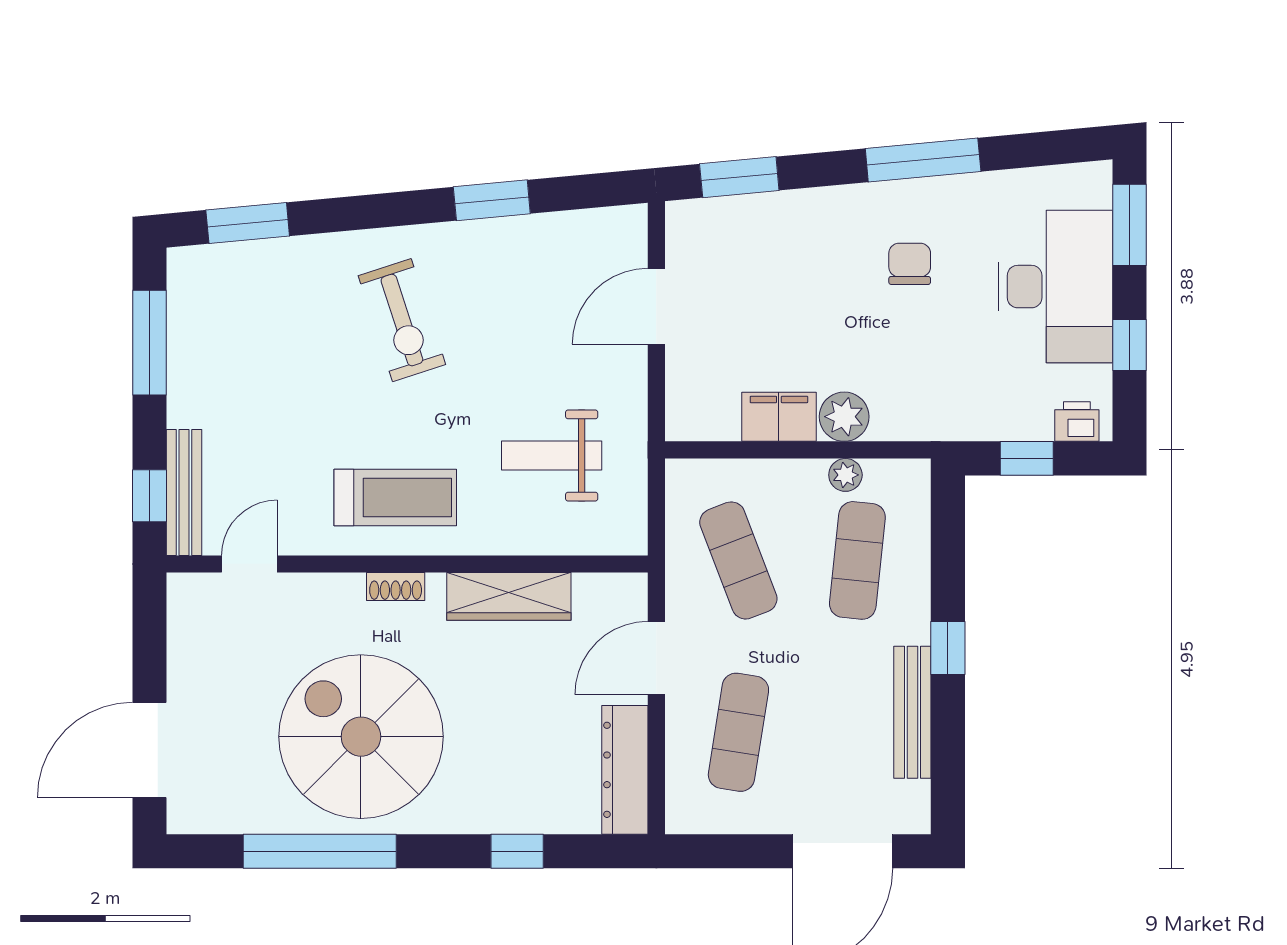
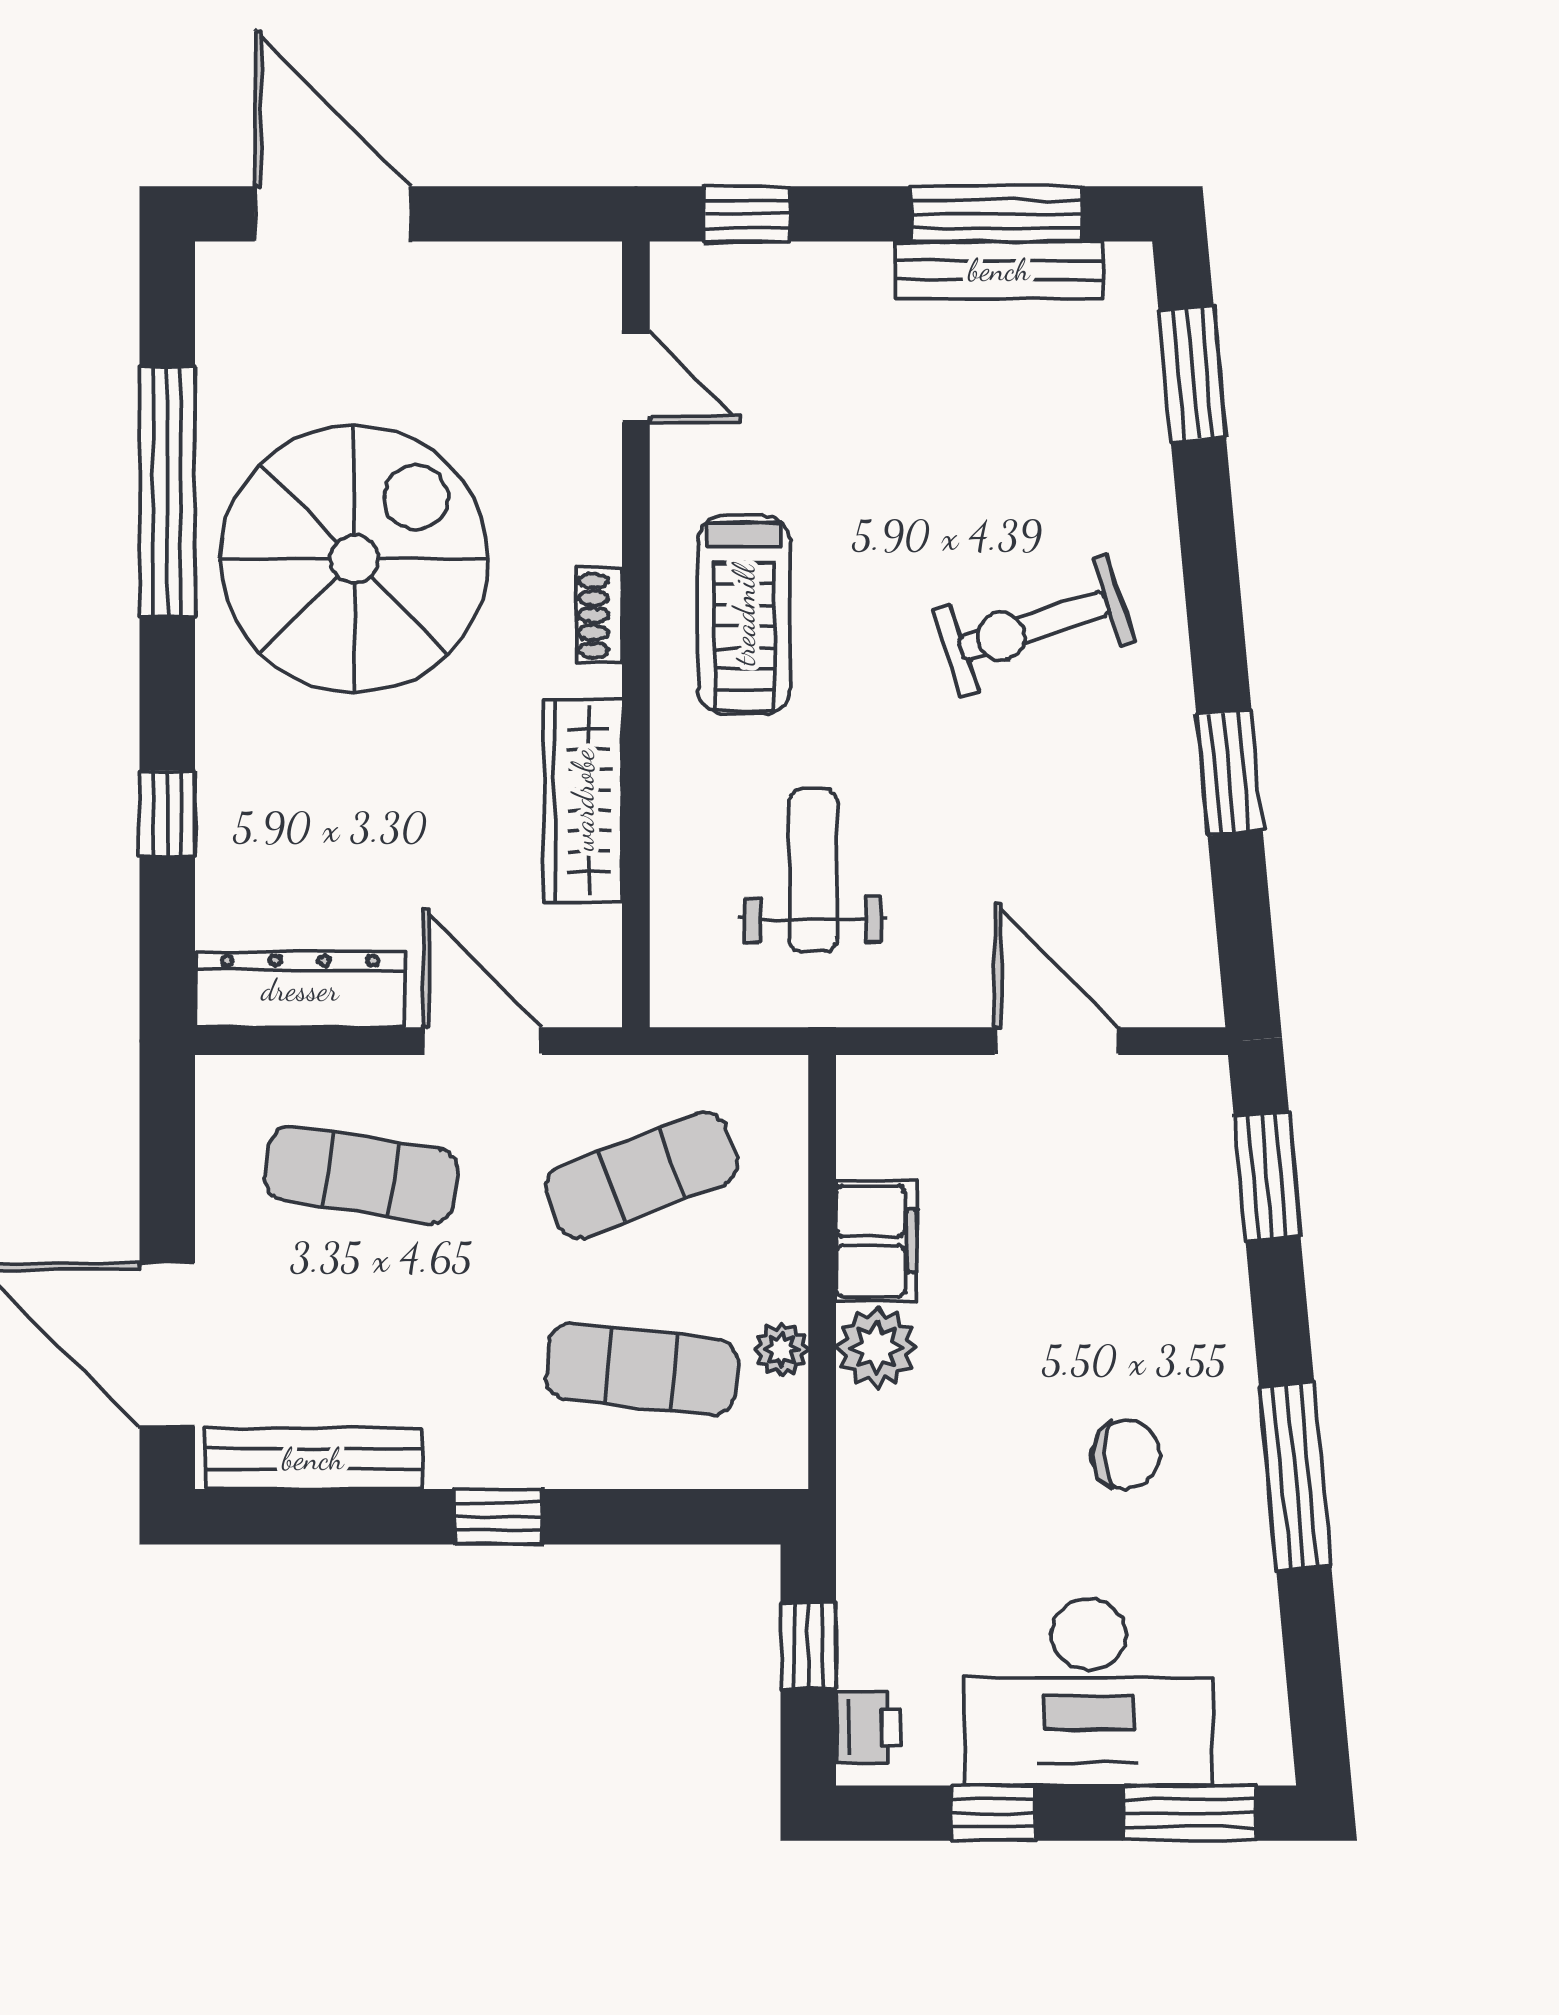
bench: (184, 492) -> (999, 270), moved
bench: (912, 712) -> (313, 1459), moved

